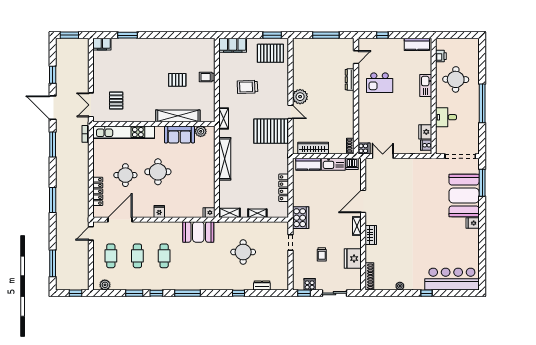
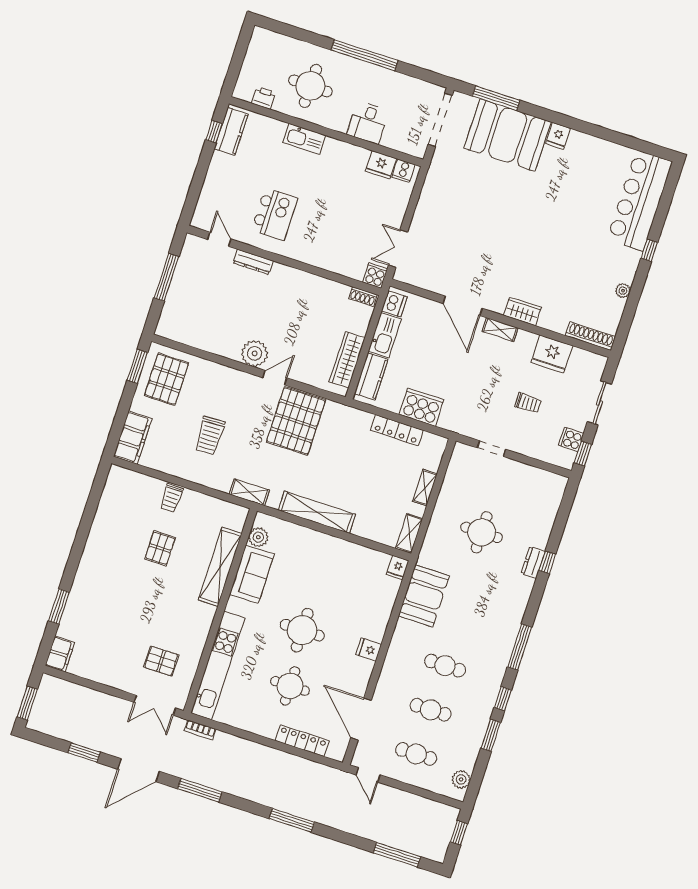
window: (382, 35) -> (214, 132), moved
cooker: (301, 218) -> (422, 407), moved
dresser: (262, 285) -> (533, 562), moved

